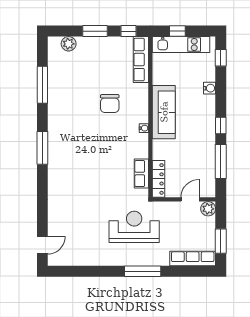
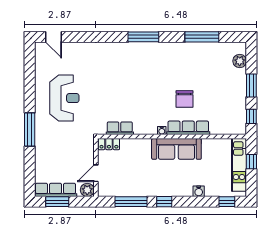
row of seats: (141, 60) -> (188, 128), moved
chair: (110, 104) -> (184, 99), turned -90
locker: (158, 179) -> (109, 144), width x0.66
door: (190, 199) -> (96, 173), swing flipped
reception desk: (134, 227) -> (64, 98), moved
row of seats: (193, 258) -> (56, 190), moved, turned -90

